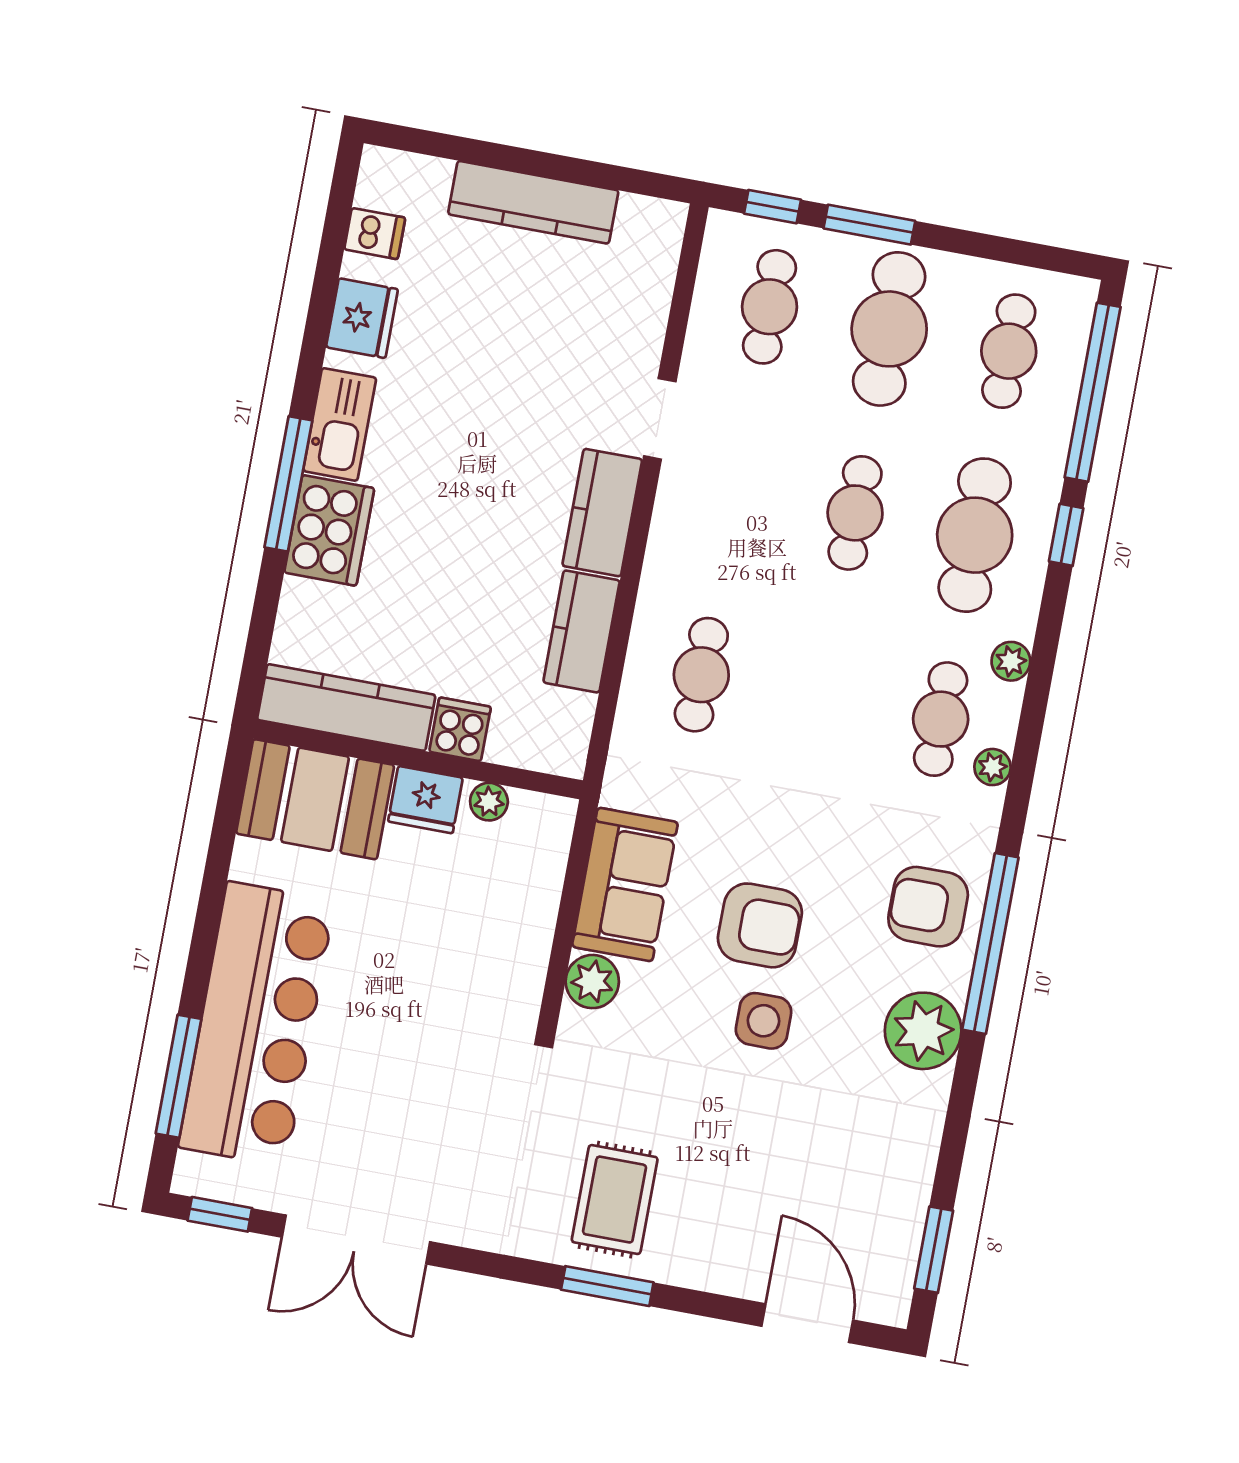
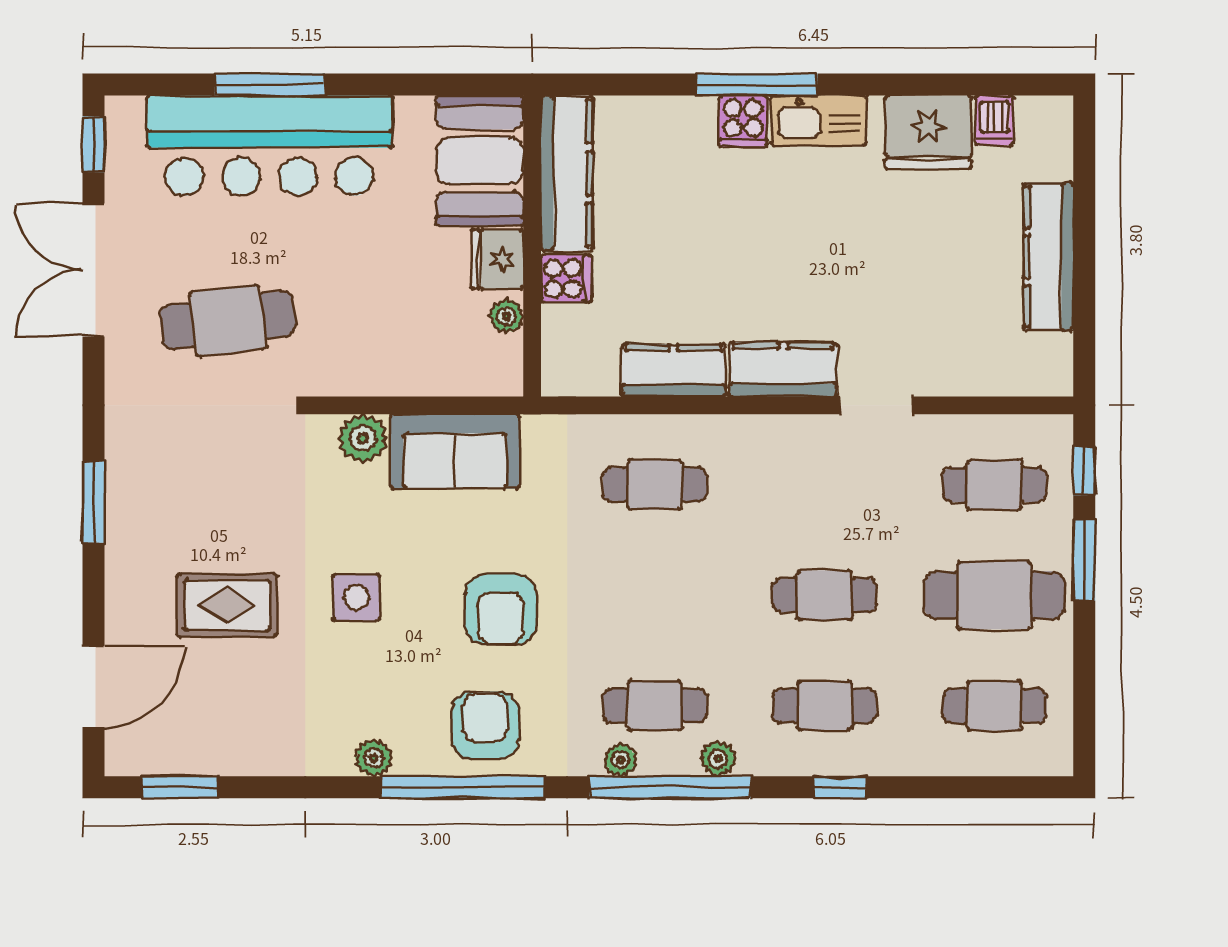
fridge: (362, 318) -> (928, 132), width x1.36, depth x1.34
window: (1093, 392) -> (670, 787), moved
cooker: (329, 530) -> (743, 121), width x0.53, depth x0.76
cafe table: (975, 535) -> (825, 706), width x0.73, depth x0.74
armchair: (760, 925) -> (500, 609), moved
plant: (923, 1031) -> (374, 758), width x0.53, depth x0.53
window: (179, 1076) -> (270, 85), moved
cafe table: (438, 1104) -> (228, 321), added
rug: (615, 1200) -> (227, 605), moved

